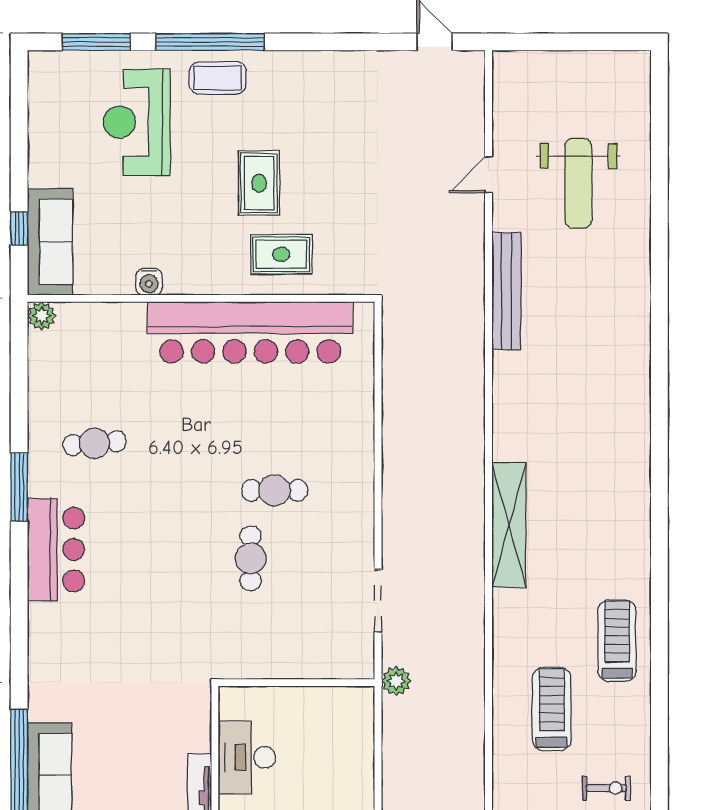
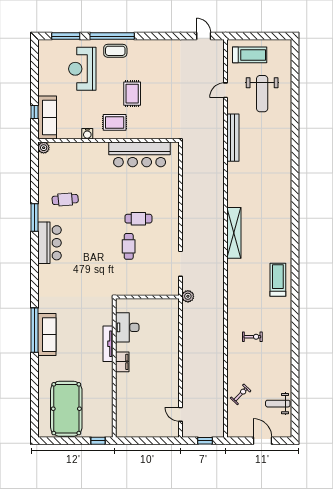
rug: (281, 254) -> (115, 122), moved
bar counter: (250, 332) -> (140, 154), width x0.73
treadmill: (552, 709) -> (250, 55), moved, turned 90
exercise bike: (606, 788) -> (252, 337), moved

